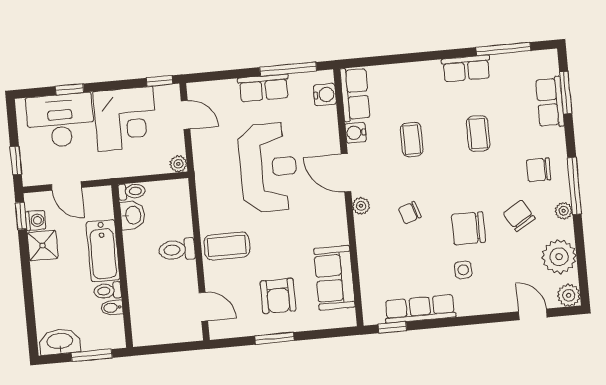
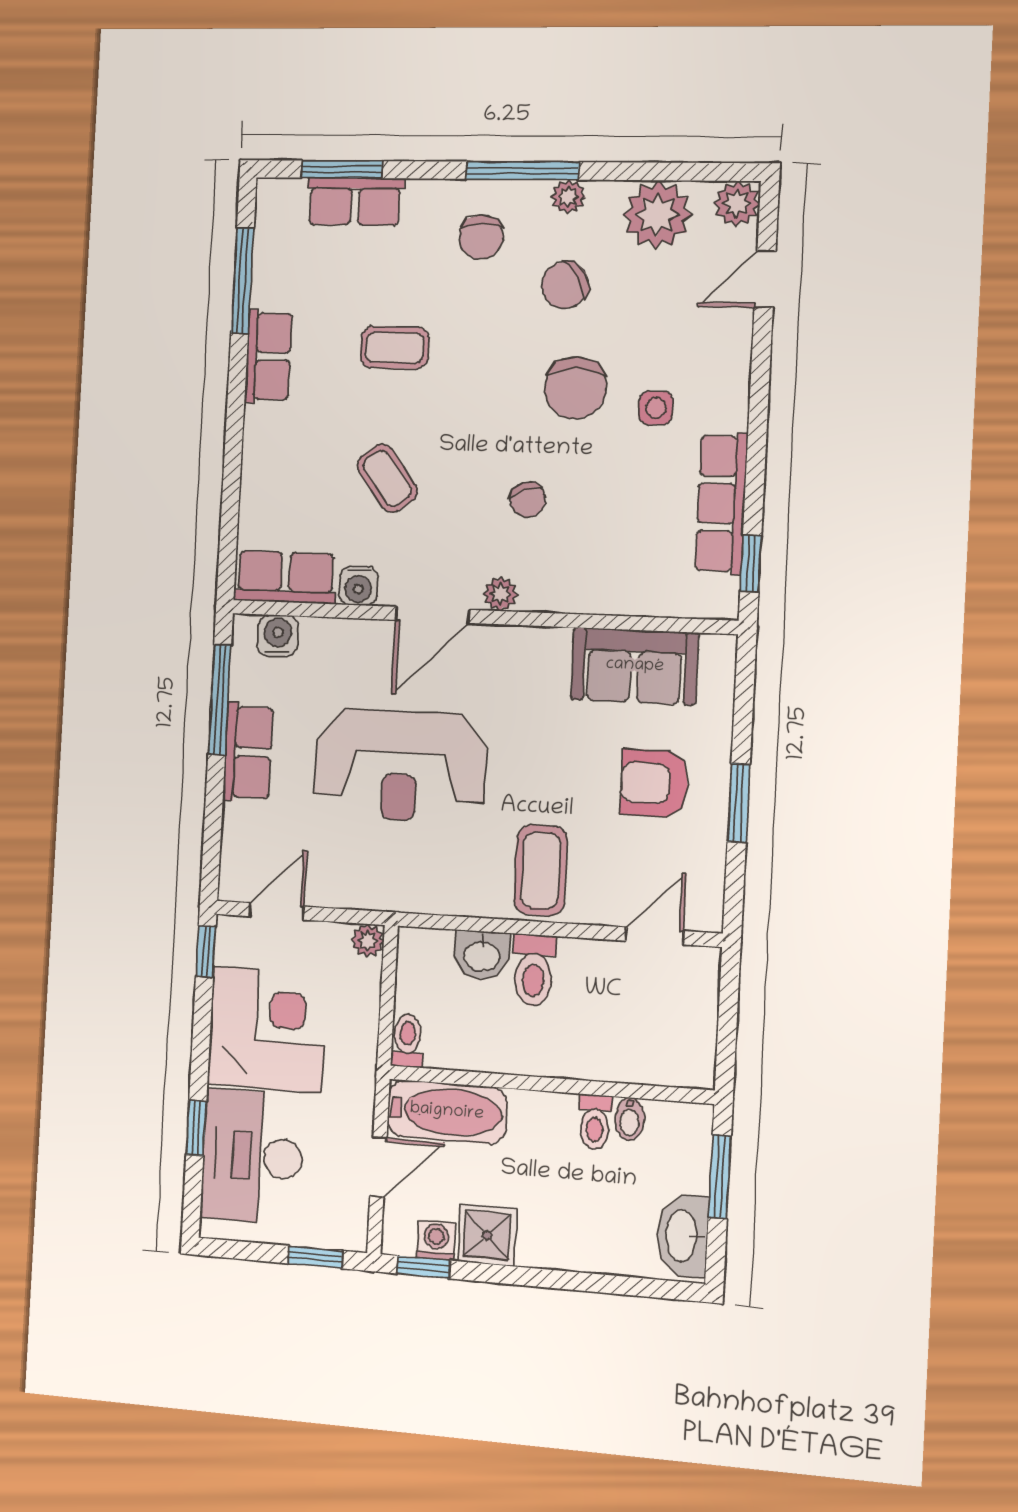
coffee table: (412, 139) -> (387, 478), turned 53
reception desk: (268, 167) -> (400, 766), turned 180
washbasin: (133, 215) -> (482, 955), moved, turned 180
bathtub: (103, 251) -> (447, 1112), moved
armchair: (278, 296) -> (654, 783), turned 180

